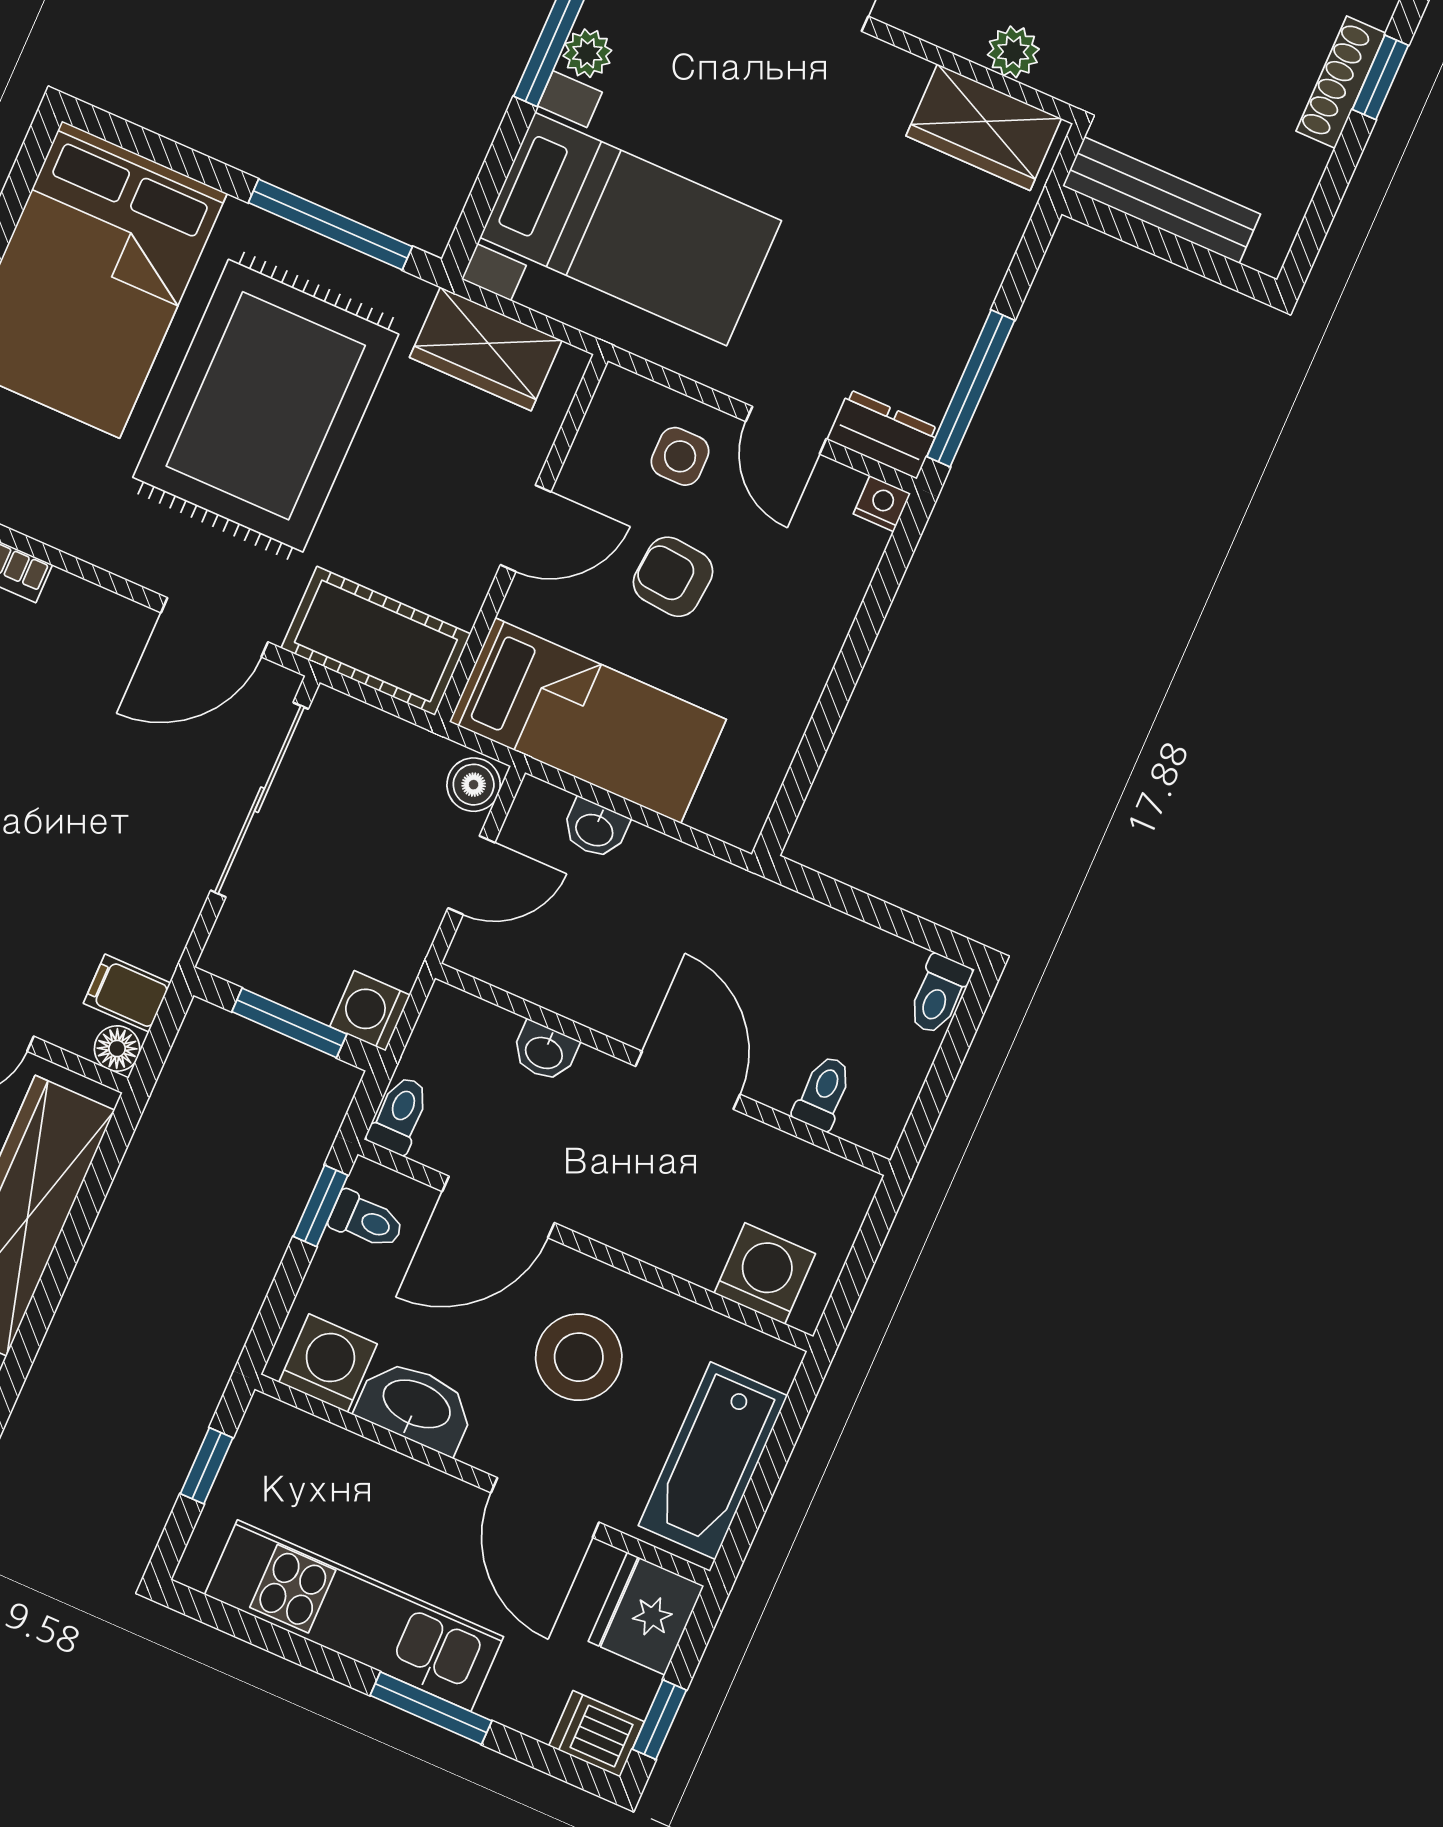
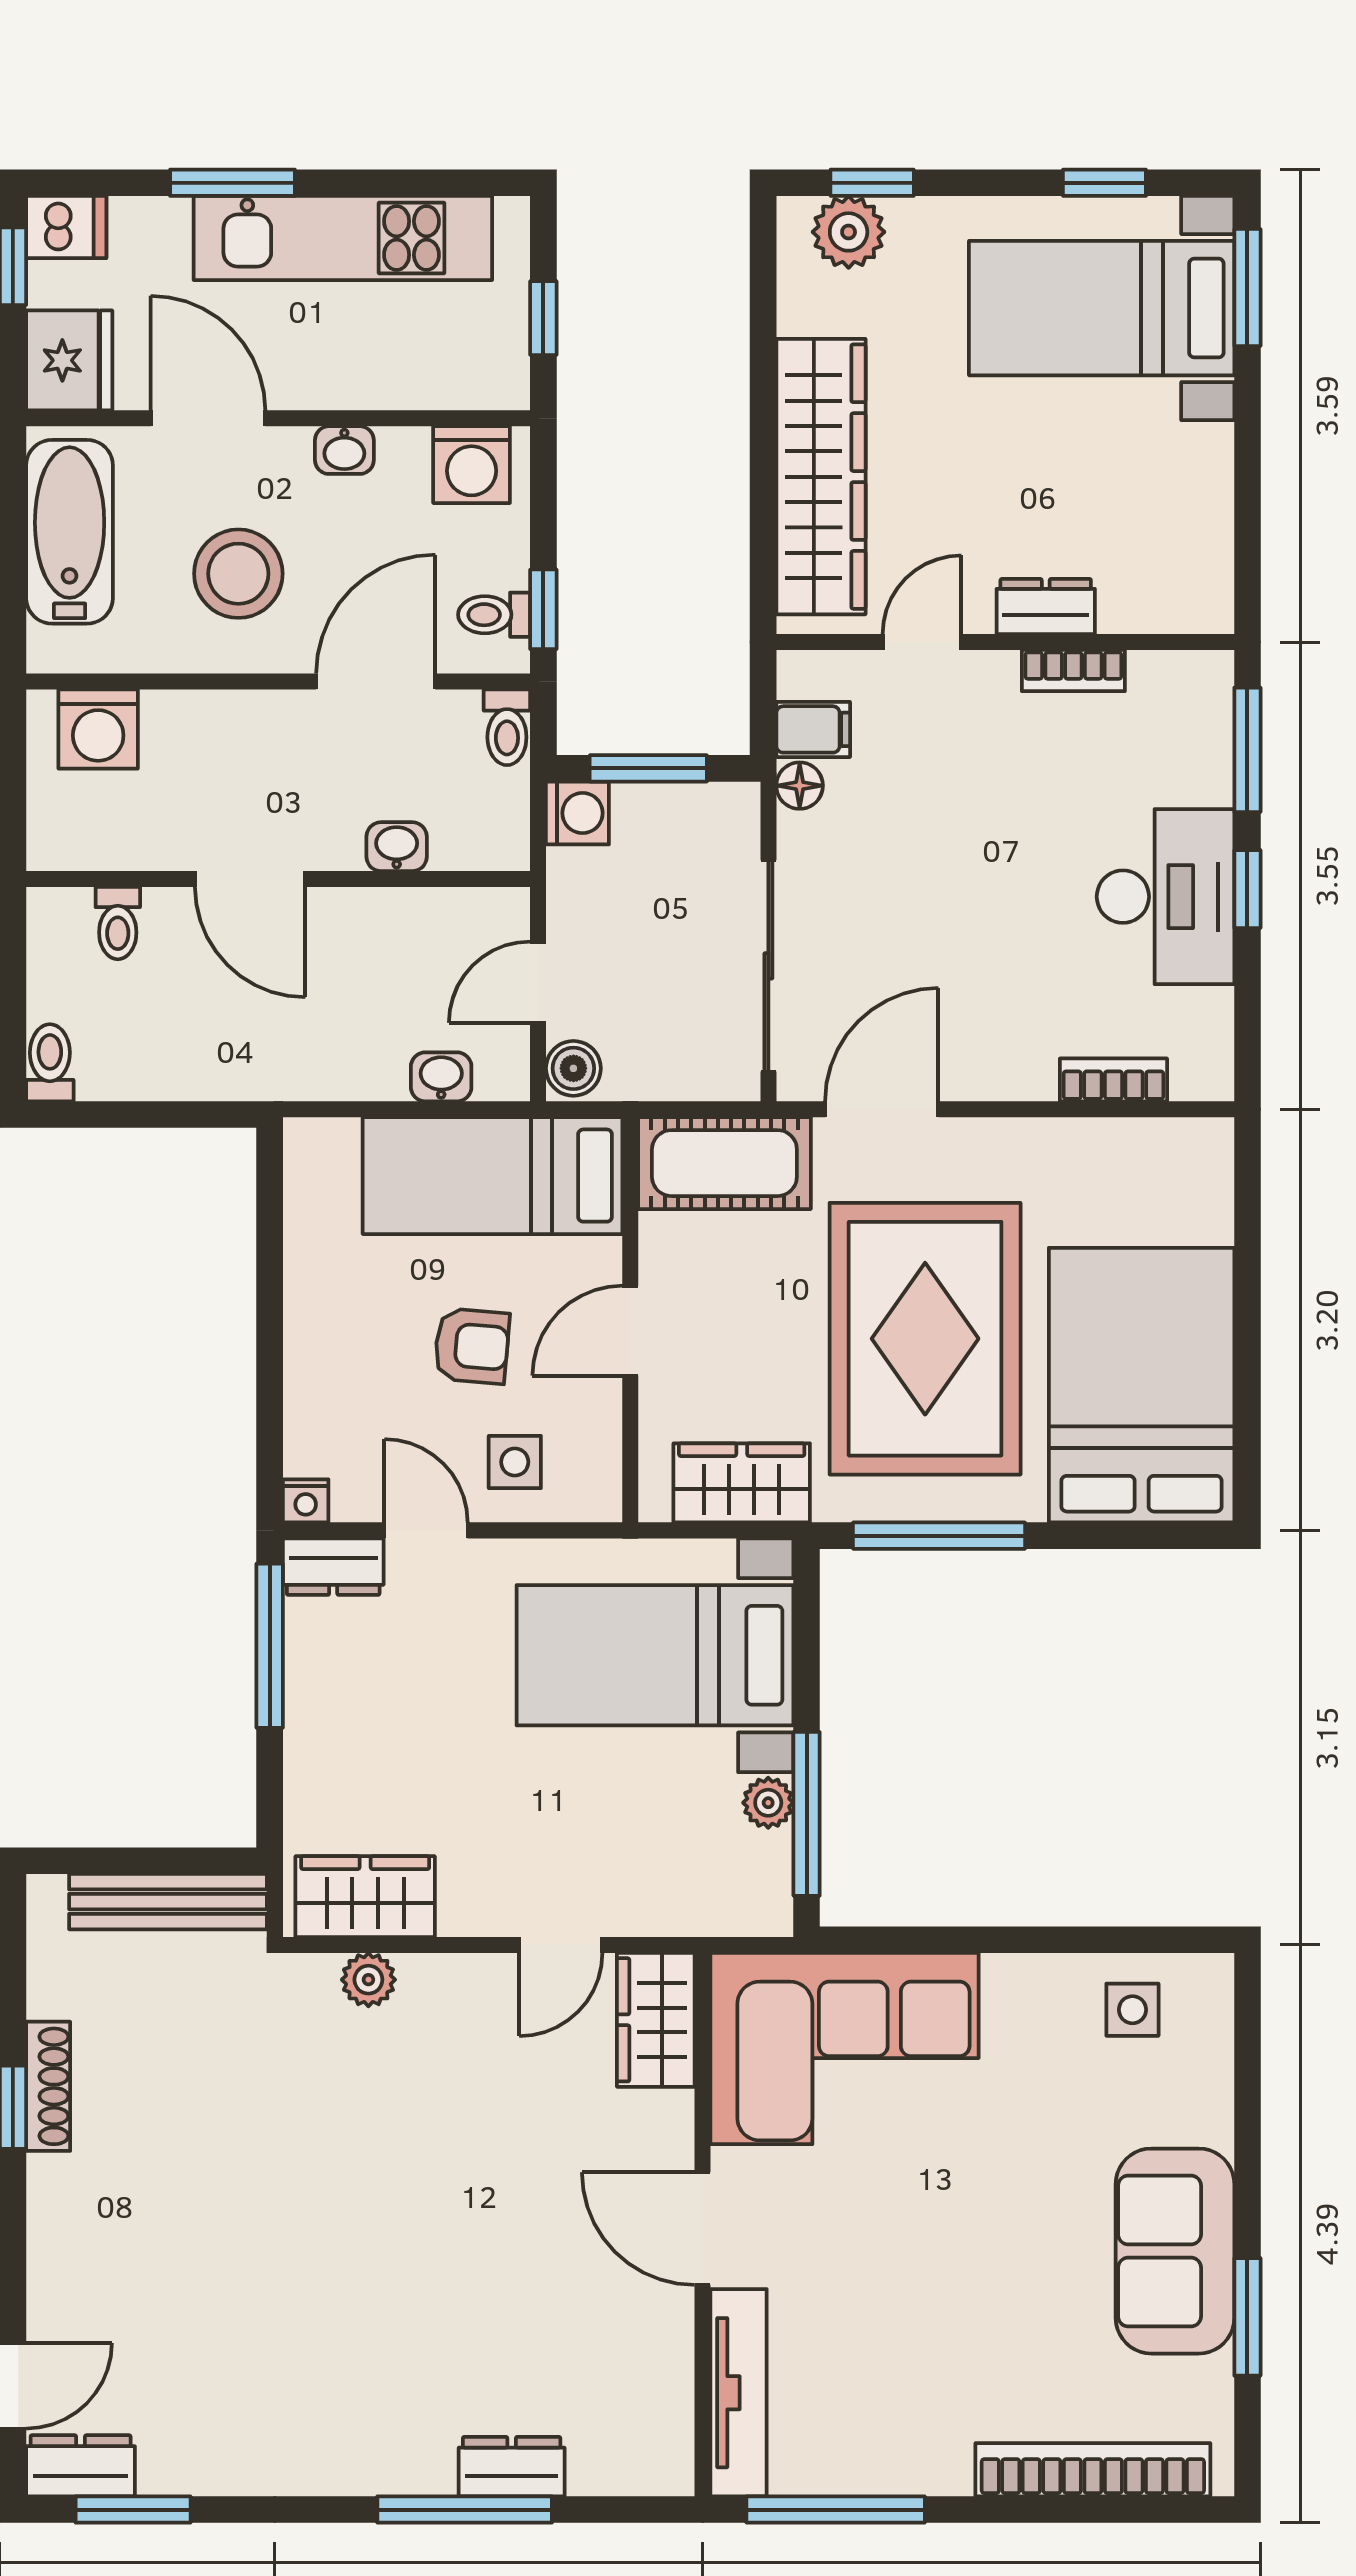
floor lamp: (117, 1049) -> (800, 786), moved
washbasin: (416, 1406) -> (344, 450), width x0.52, depth x0.69

